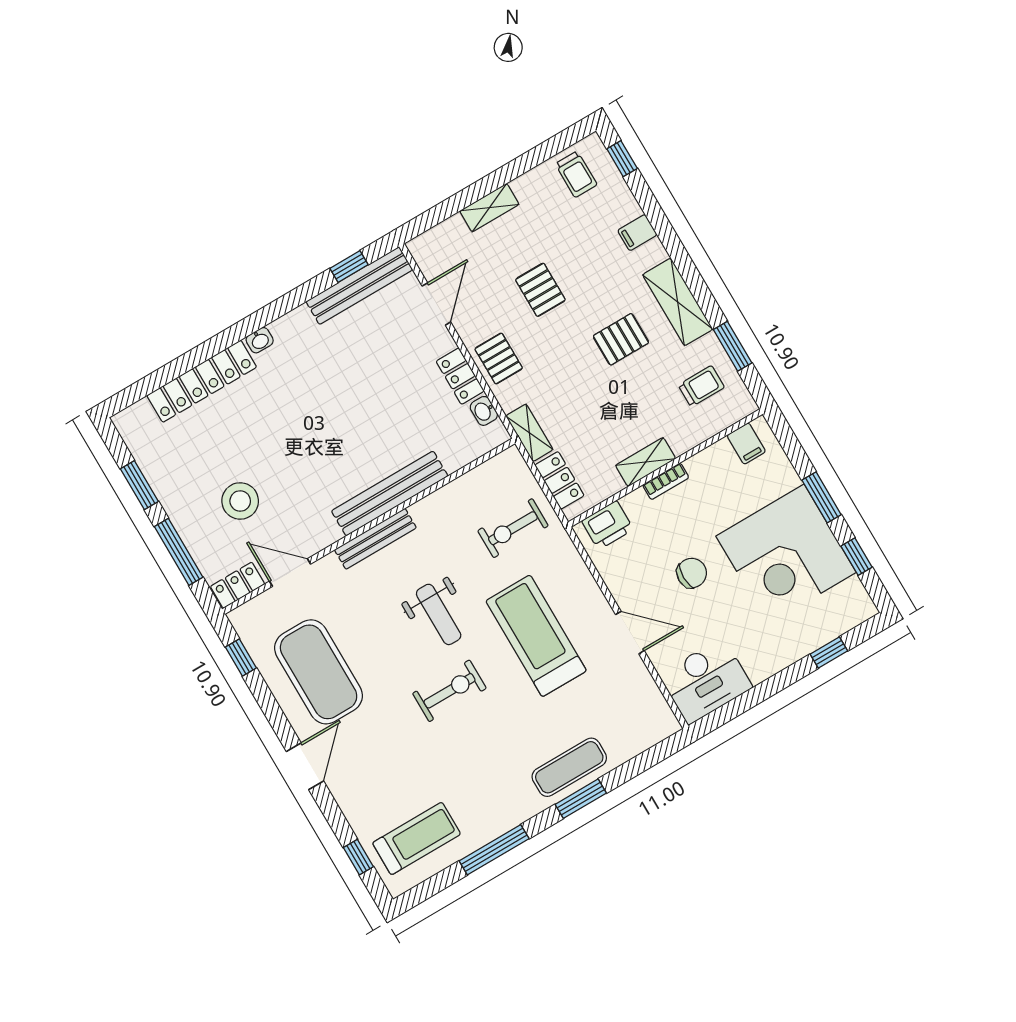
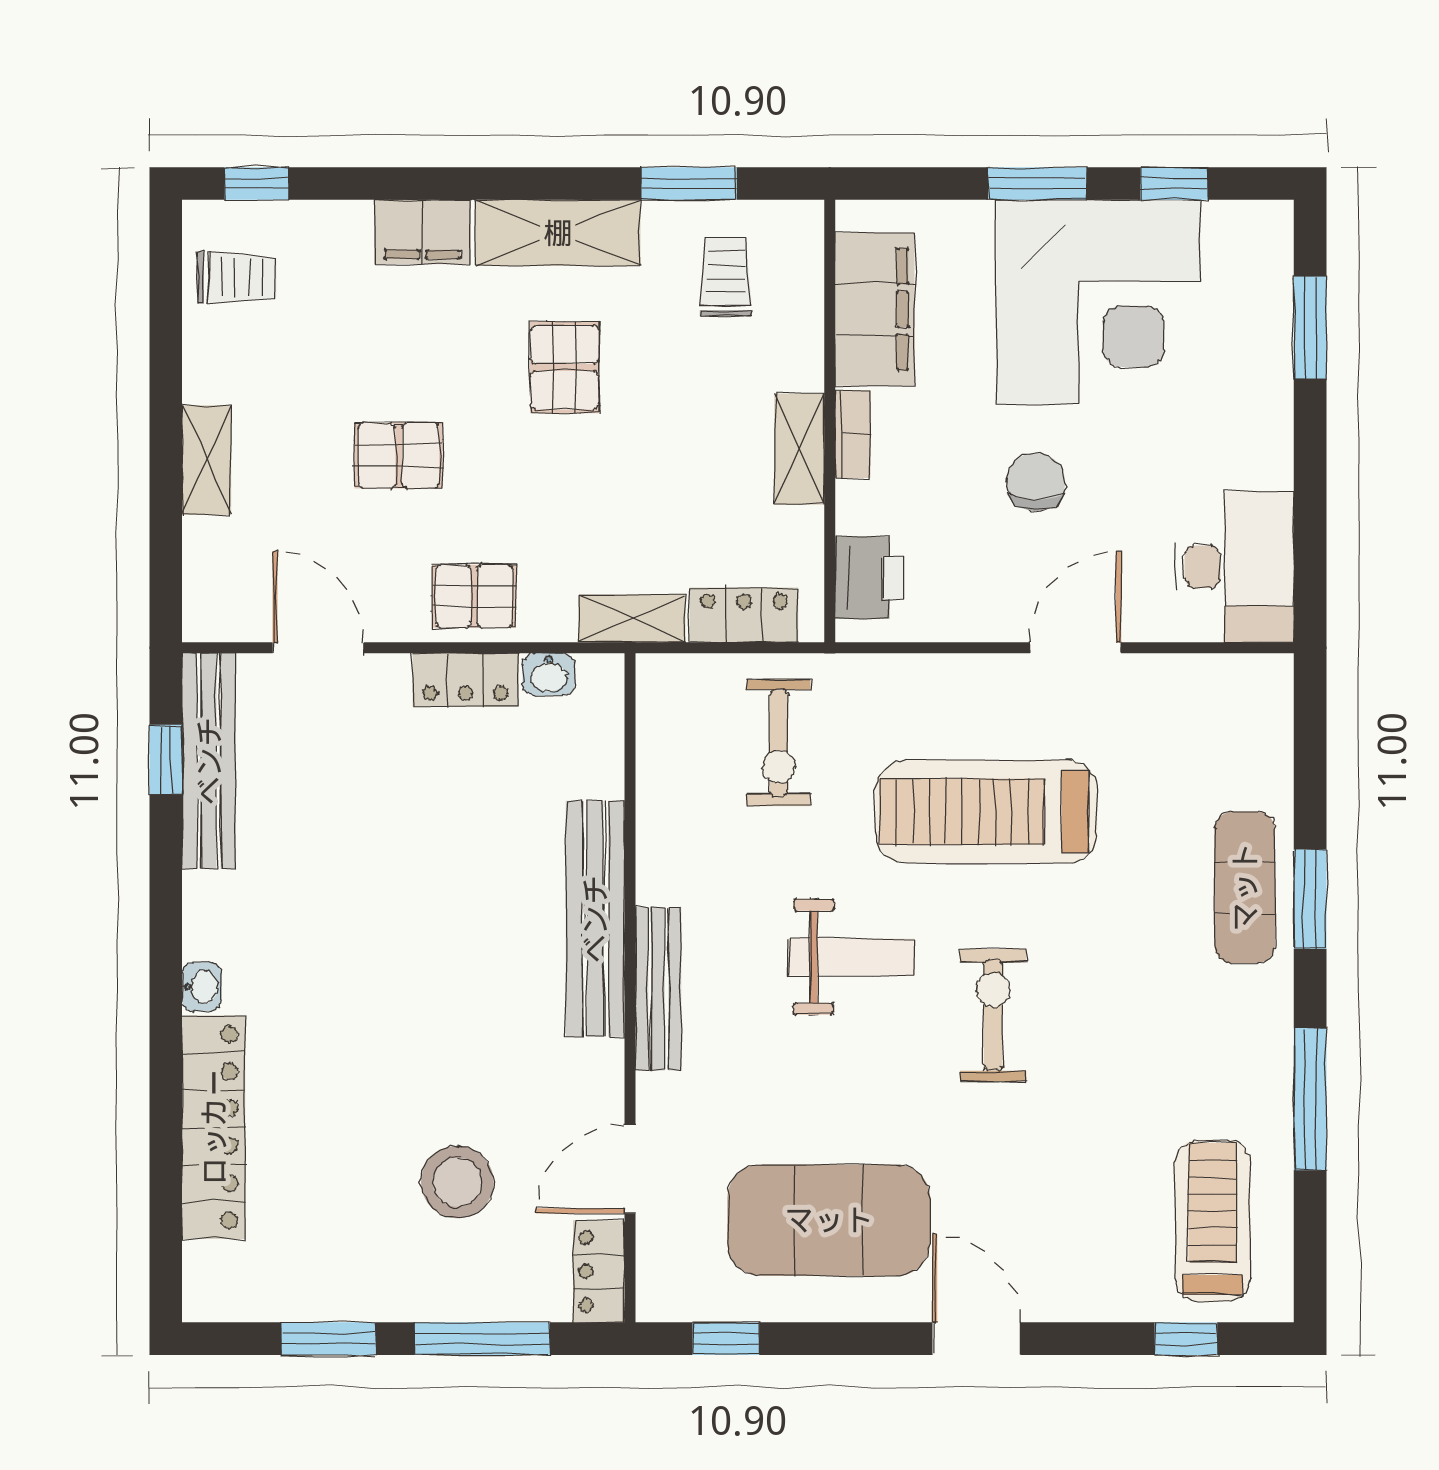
filing cabinet: (637, 233) -> (422, 232), width x2.00
filing cabinet: (746, 444) -> (875, 309), width x3.00, depth x1.17
window: (829, 653) -> (1310, 327), width x1.50

